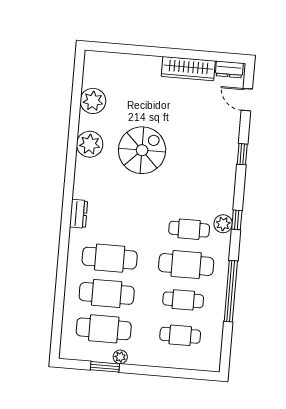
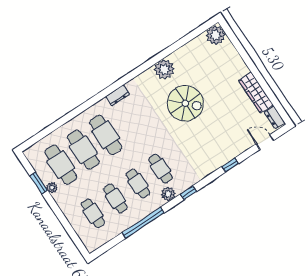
door: (247, 100) -> (265, 142), hinge flipped
plant: (93, 101) -> (215, 35), moved
plant: (223, 224) -> (168, 194), moved
cafe table: (186, 265) -> (138, 184), width x0.73, depth x0.74

